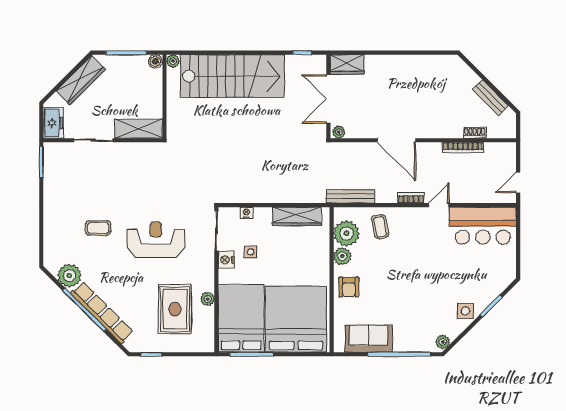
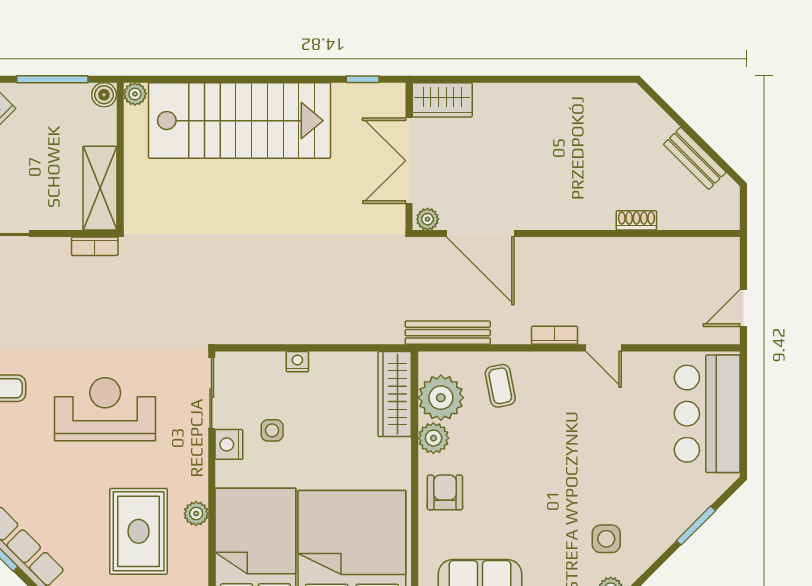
shelving: (139, 129) -> (100, 188), moved, turned 90
shoe rack: (475, 133) -> (636, 220), moved
door: (396, 140) -> (480, 234), moved
bookcase: (463, 147) -> (95, 246), moved, width x0.64
door: (439, 205) -> (604, 348), swing flipped
nightstand: (246, 213) -> (297, 362), moved
wardrobe: (297, 216) -> (395, 394), moved, turned 90
bar counter: (483, 226) -> (707, 414), moved, turned 90
armchair: (349, 287) -> (445, 492), turned 180
side table: (465, 311) -> (606, 539), moved

